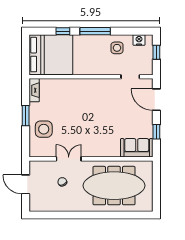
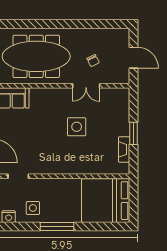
window: (63, 31) -> (92, 226), removed
fireplace: (34, 90) -> (124, 149), moved
side table: (44, 129) -> (77, 127), moved

